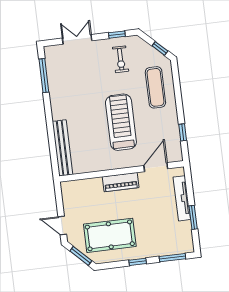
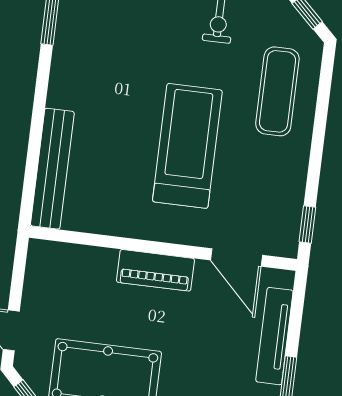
window: (183, 132) -> (307, 225), moved
door: (156, 167) -> (236, 258), swing flipped

